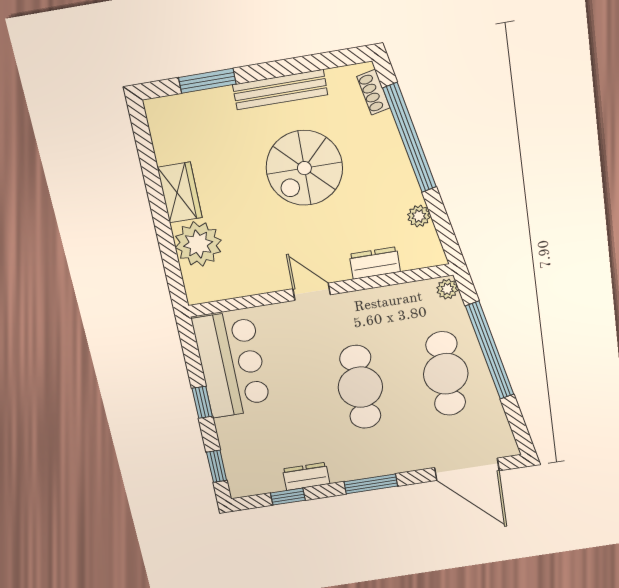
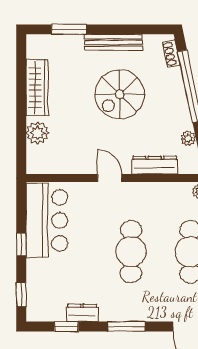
wardrobe: (180, 193) -> (37, 88), width x1.50
plant: (198, 244) -> (37, 133), width x0.73, depth x0.73
dresser: (375, 263) -> (155, 165), width x1.44

